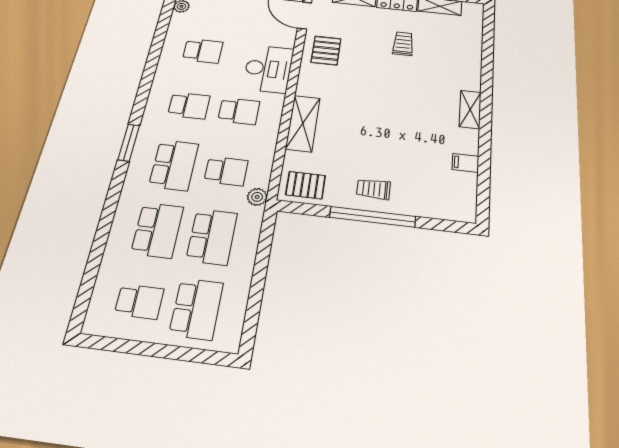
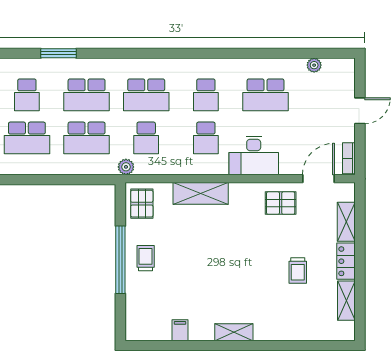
trolley: (403, 44) -> (298, 270), turned 90
school desk: (203, 51) -> (266, 95), width x1.85
window: (129, 143) -> (59, 53), moved

